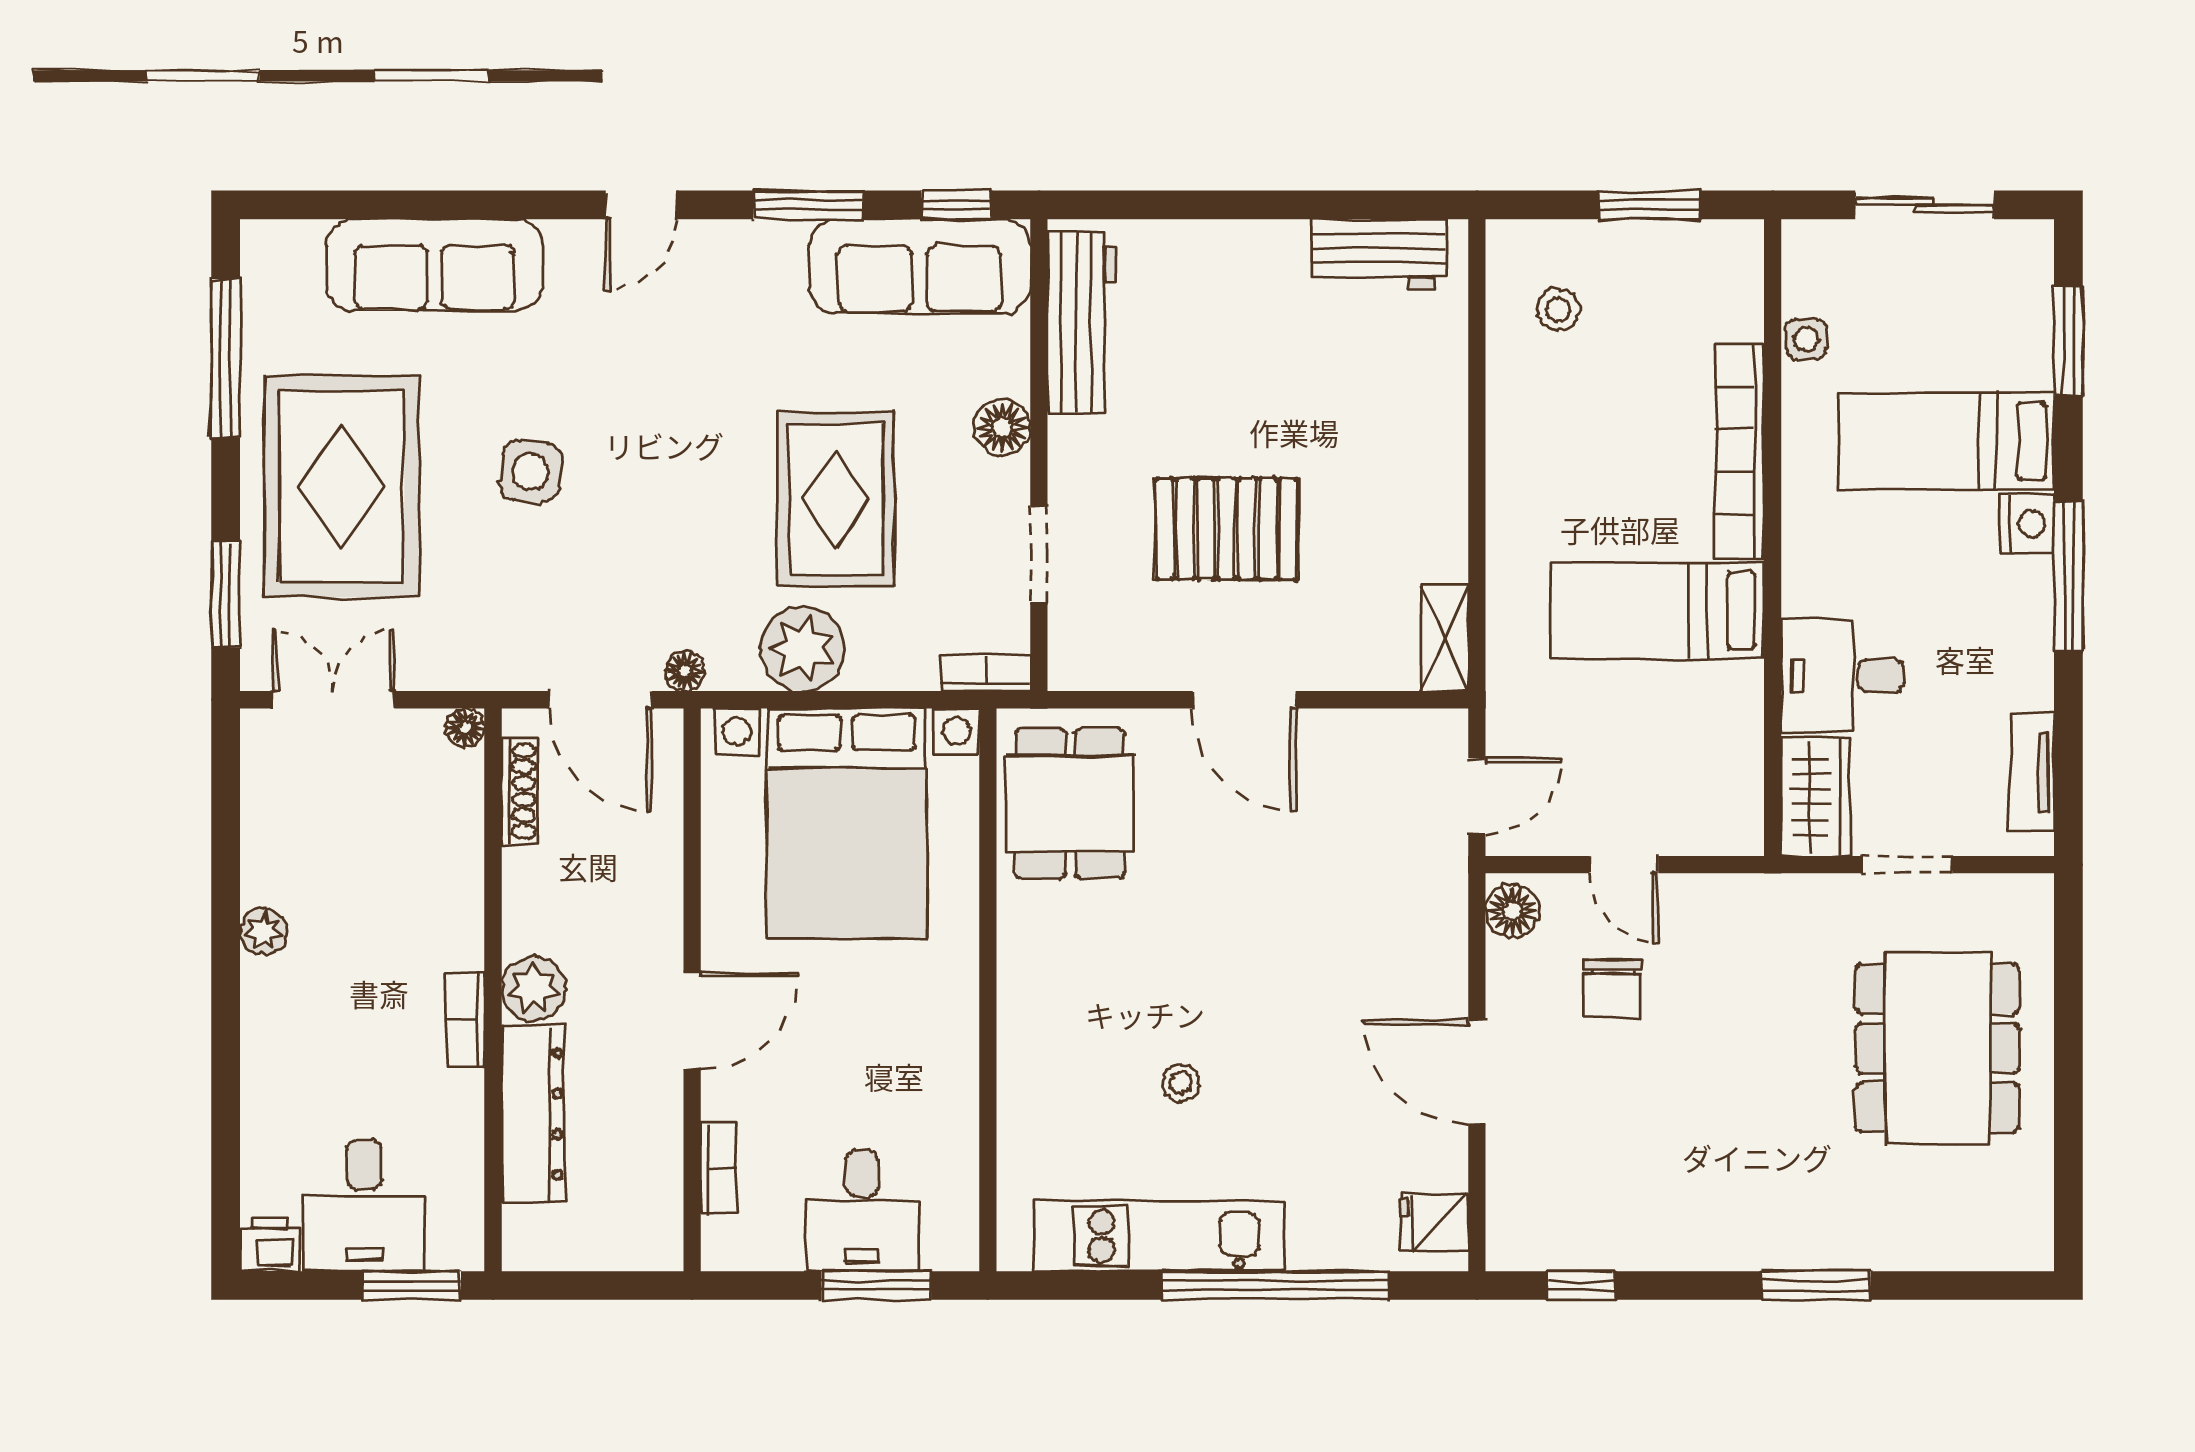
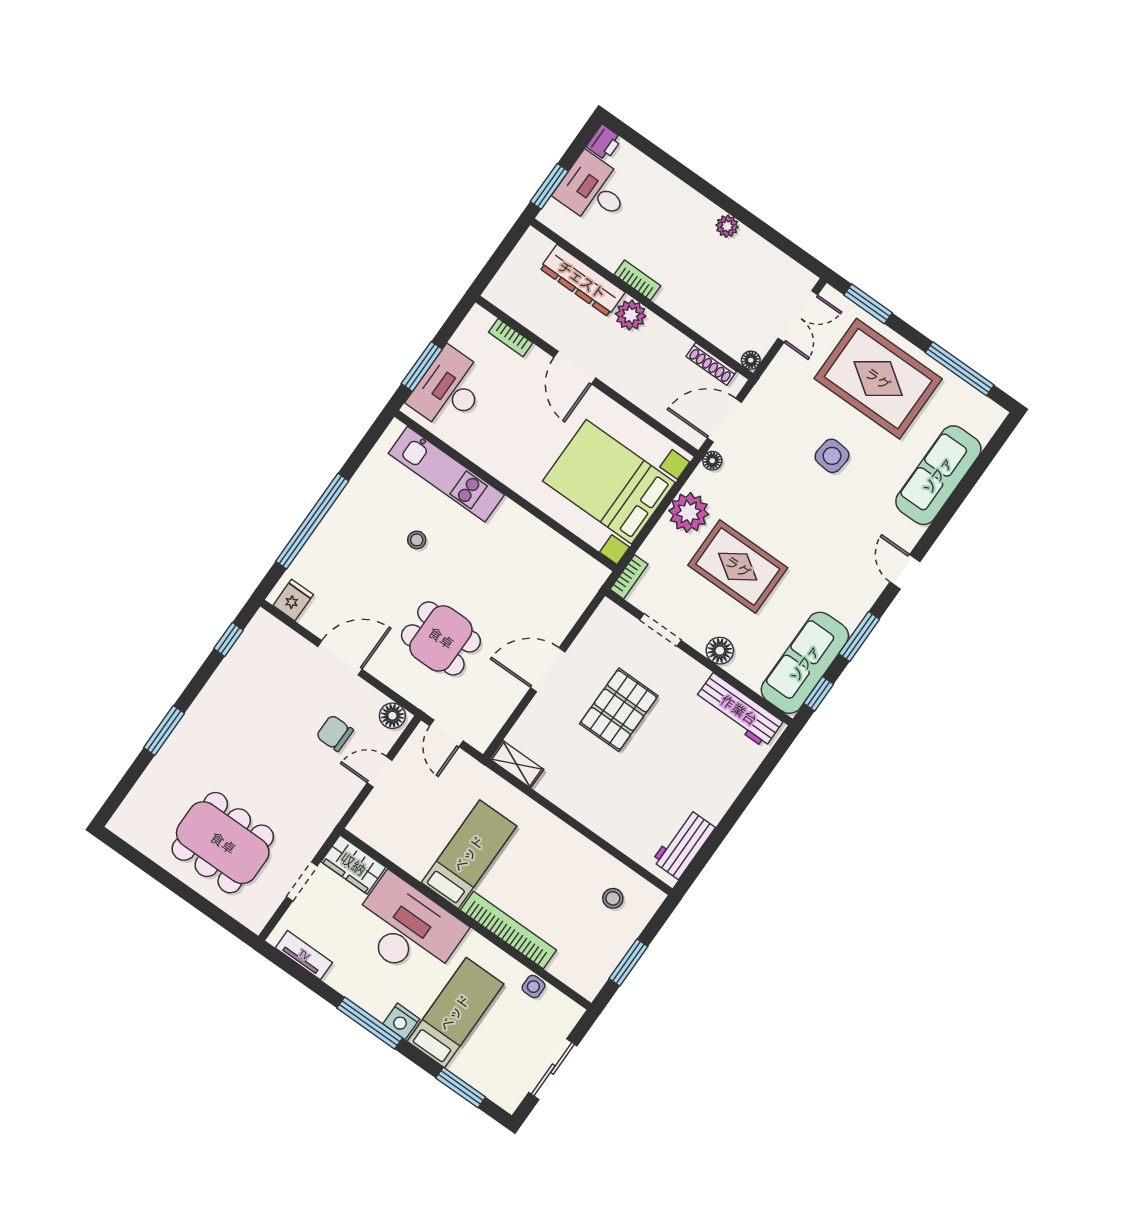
desk: (1843, 676) -> (407, 929), width x1.87, depth x1.30
dining table: (1070, 803) -> (441, 638), moved
desk: (862, 1211) -> (449, 389), width x1.37
kitchen unit: (1159, 1236) -> (446, 474), moved, turned 90

